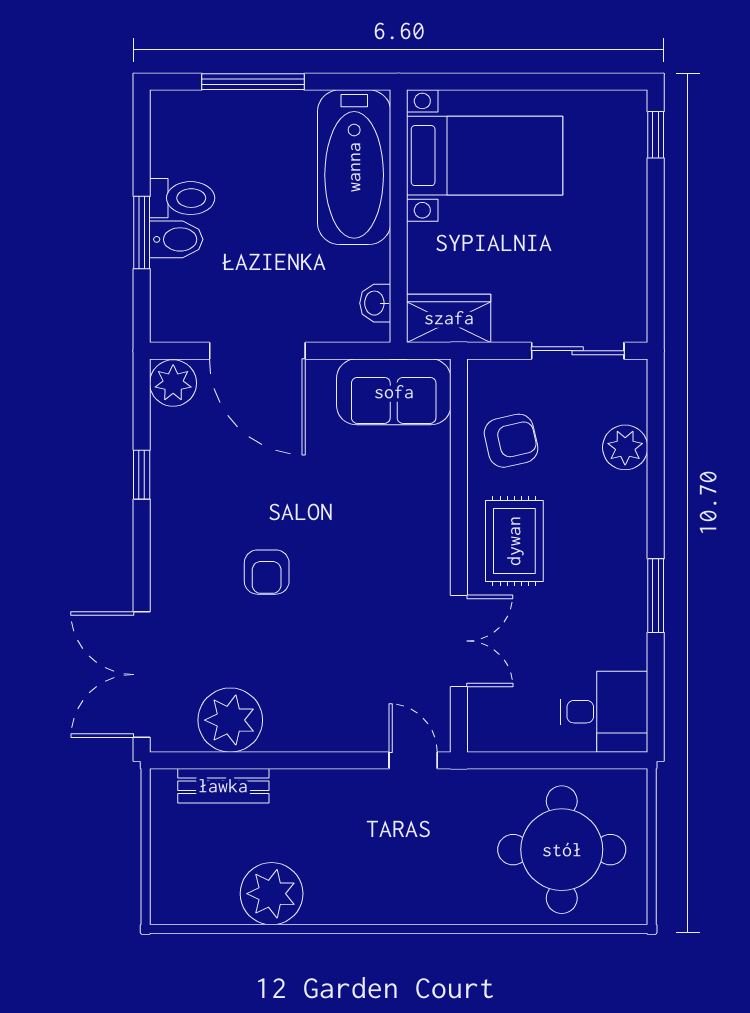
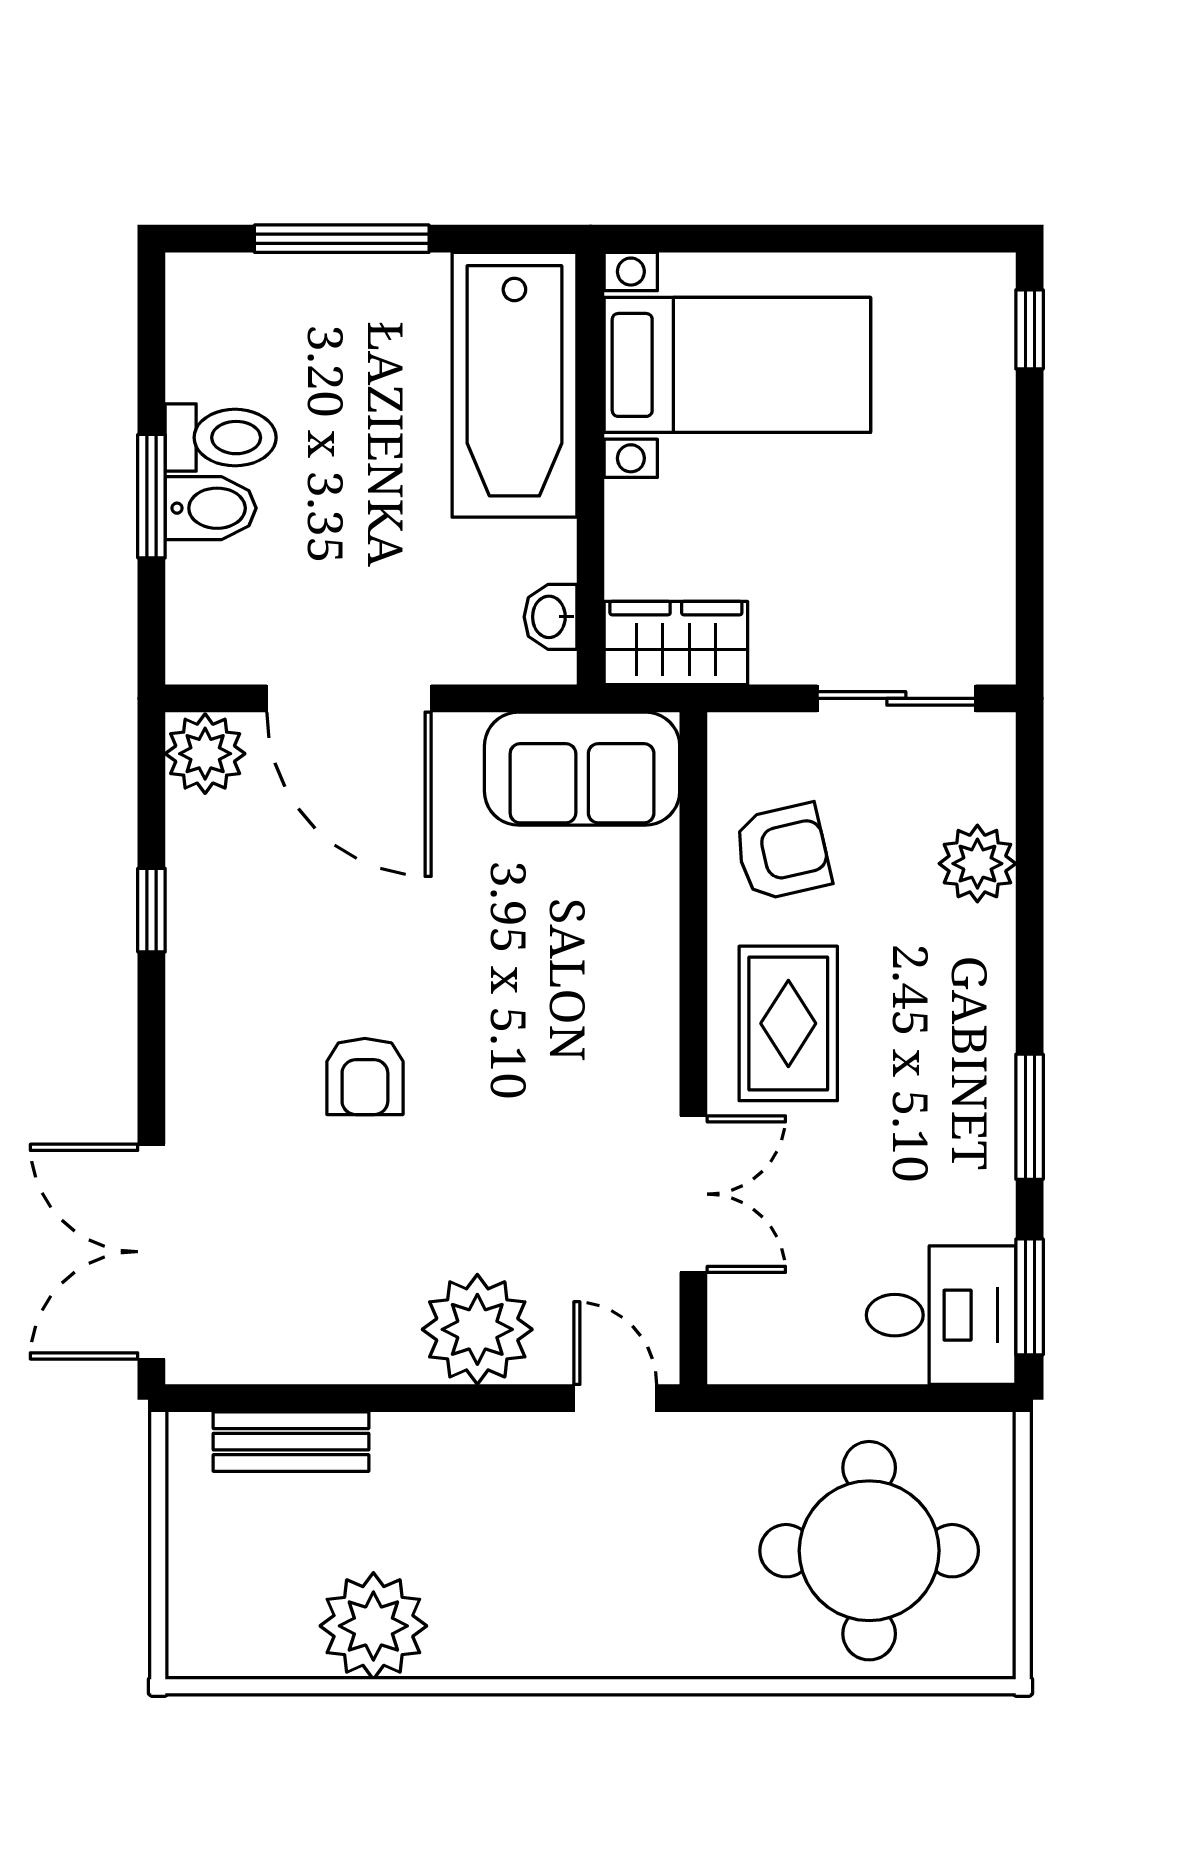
window: (656, 701) -> (1030, 1297), added
plant: (230, 720) -> (477, 1329), moved

